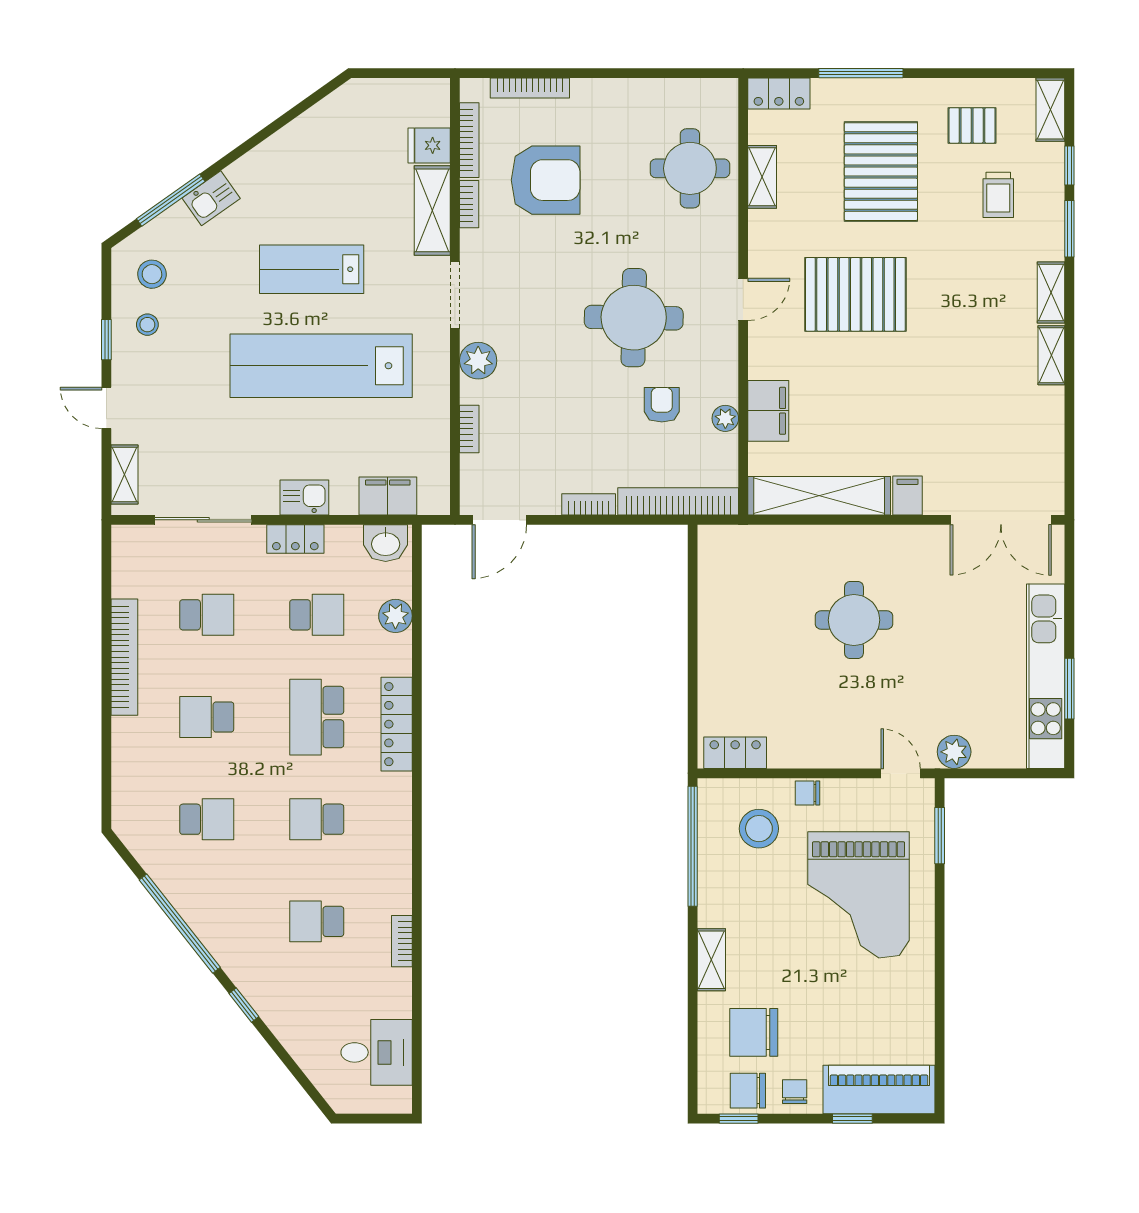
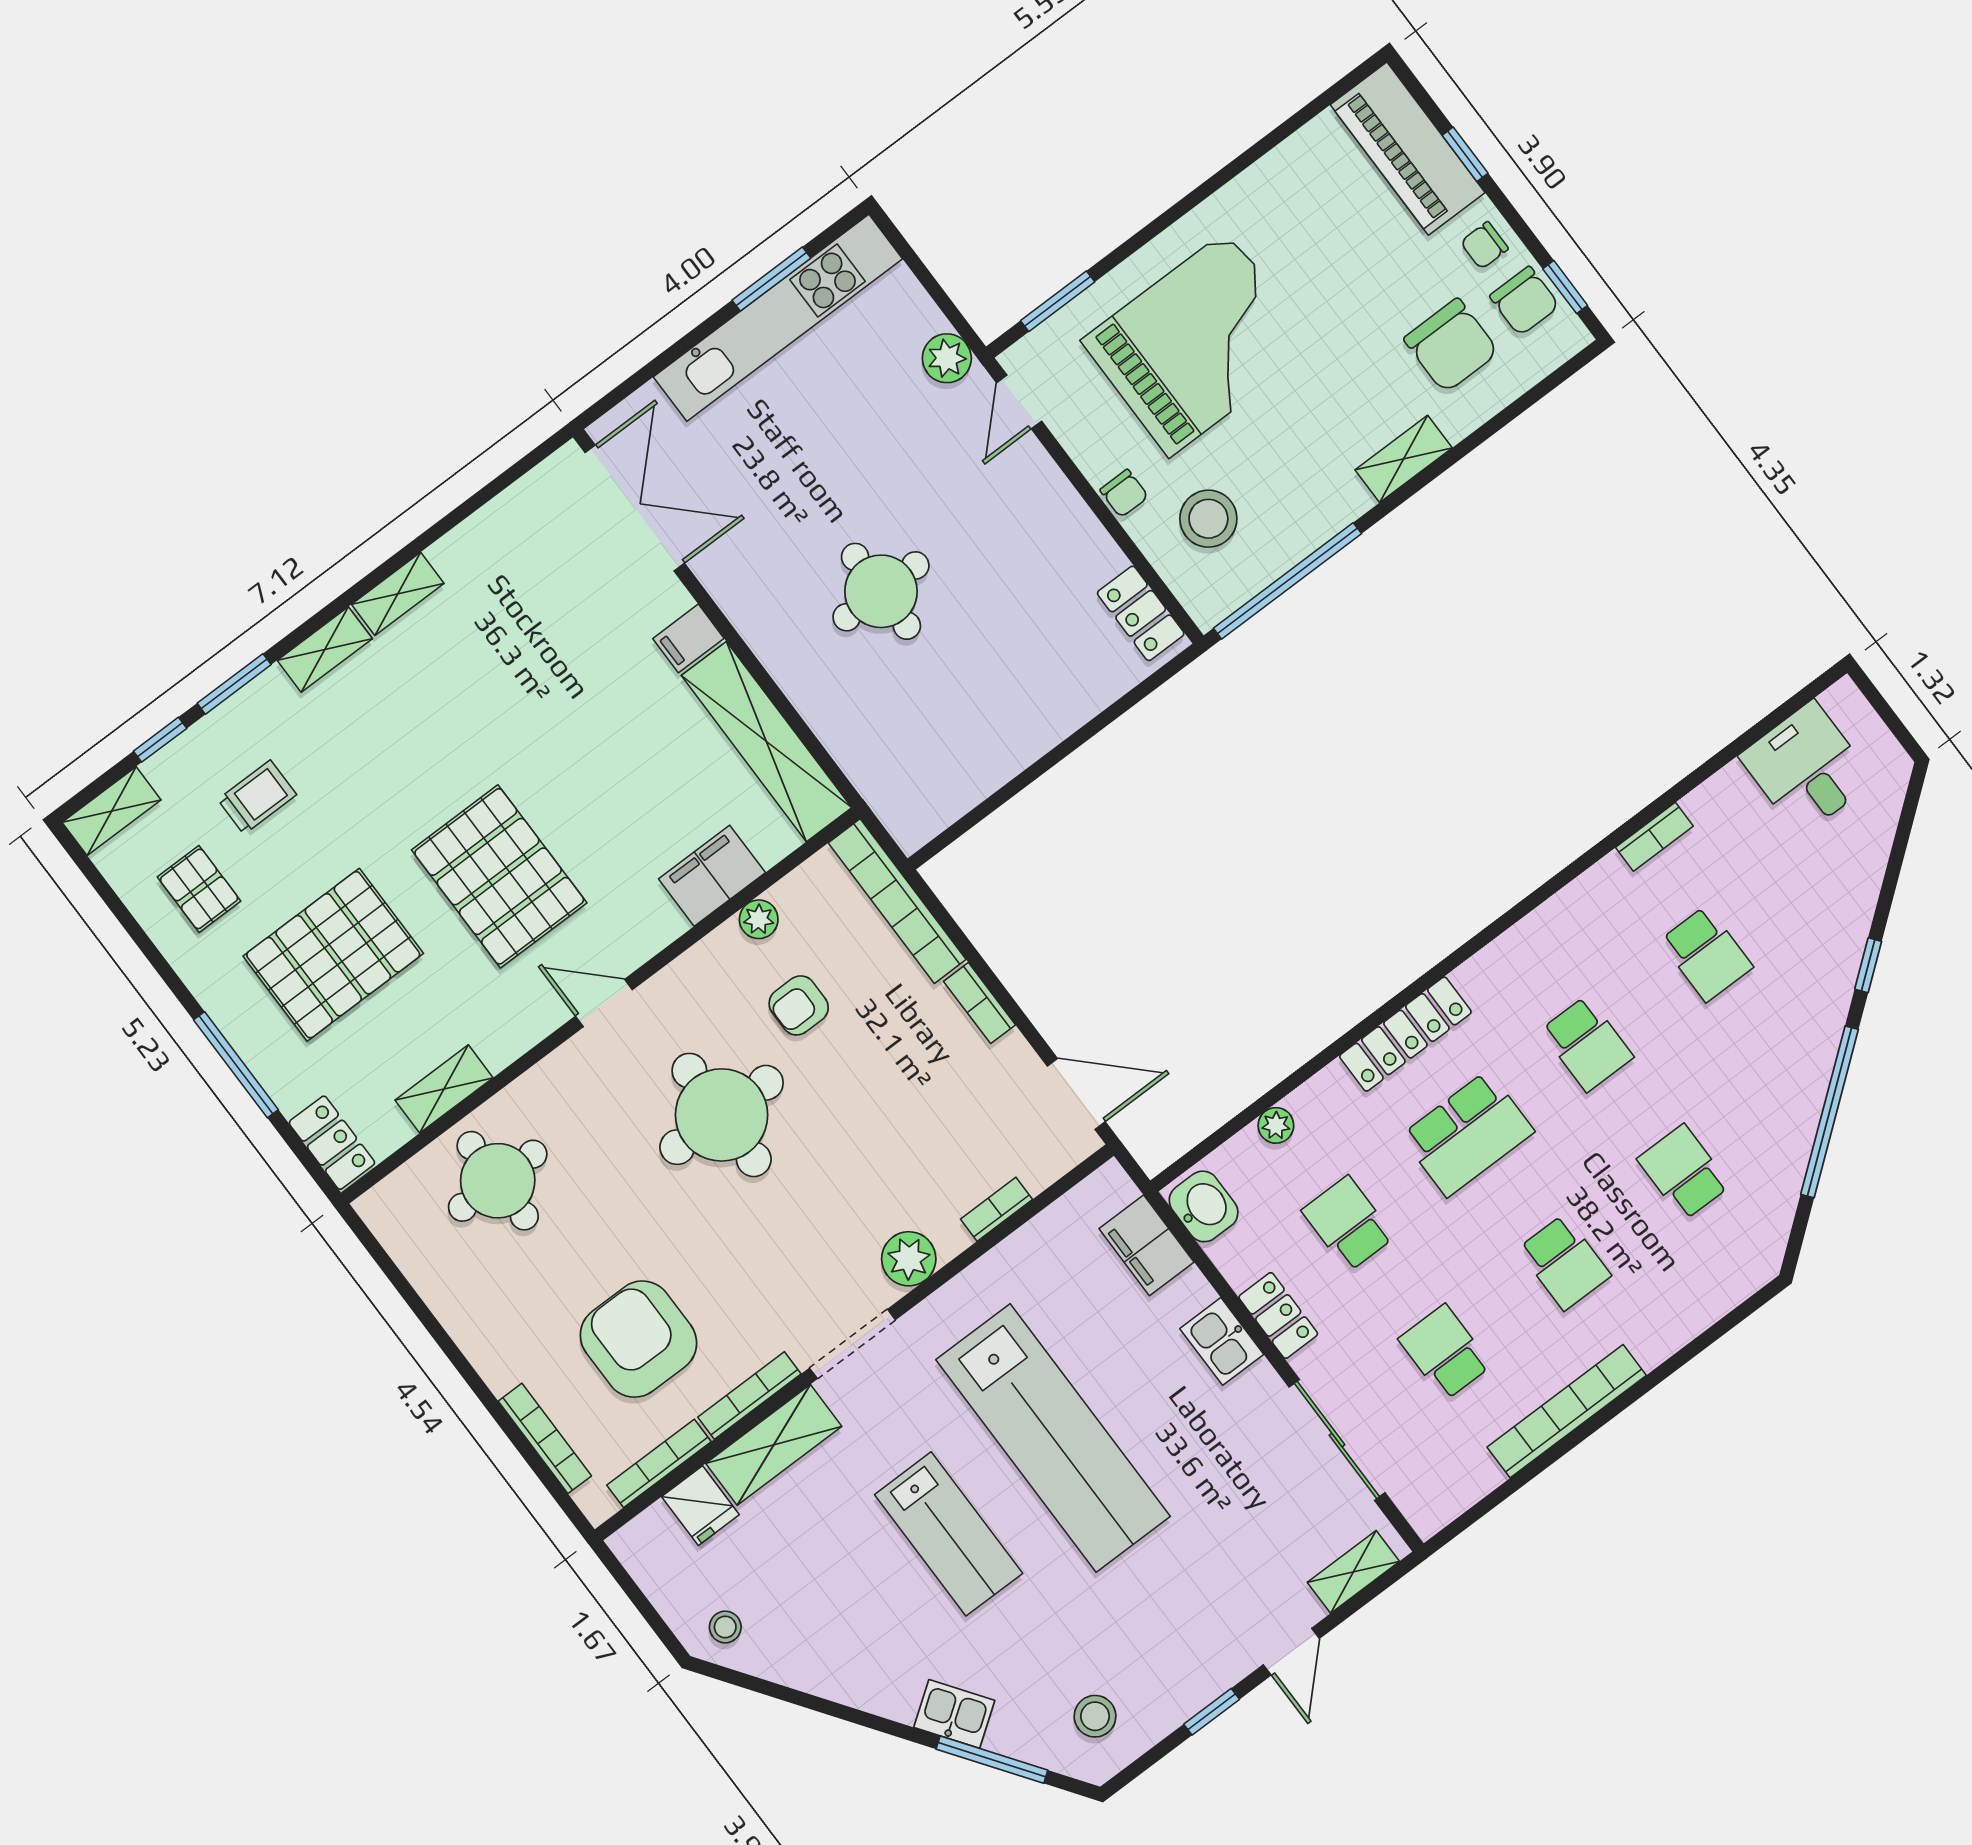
bookcase: (469, 204) -> (749, 1395), width x1.56
stool: (147, 325) -> (725, 1627), moved
plant: (395, 616) -> (1276, 1125), width x0.73, depth x0.73

